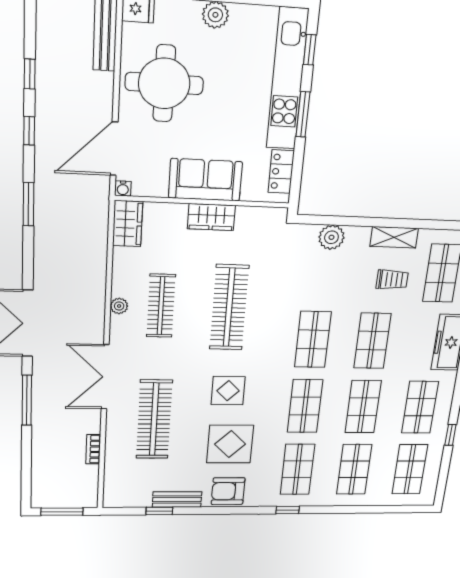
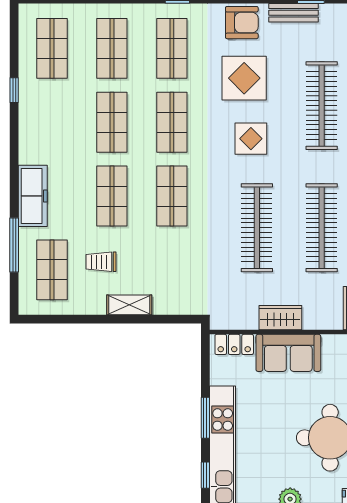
locker: (281, 172) -> (234, 344), moved, turned 90
plant: (331, 237) -> (166, 302), removed
shelving: (394, 237) -> (129, 305), moved
clothes rail: (161, 306) -> (322, 228), width x1.37, depth x1.31
shop shelf: (420, 407) -> (52, 122), removed

